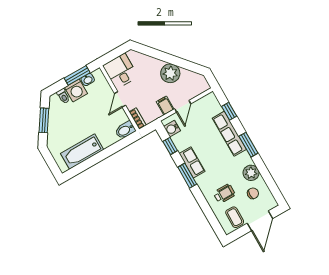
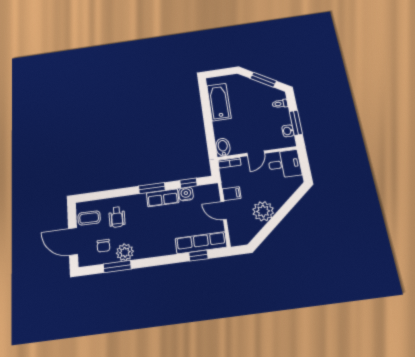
washing machine: (76, 90) -> (281, 117), removed
door: (120, 99) -> (256, 153), swing flipped
water cooler: (172, 129) -> (186, 194), moved
row of seats: (229, 134) -> (201, 243), moved
window: (248, 145) -> (117, 266), moved

